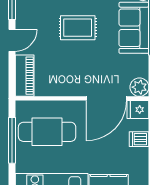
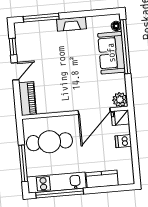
rug: (78, 28) -> (67, 57), removed
window: (12, 140) -> (23, 163), moved

